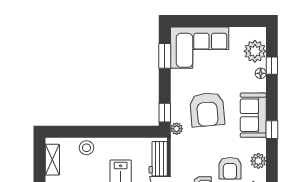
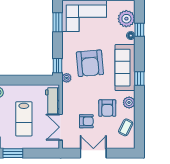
sofa: (253, 115) -> (125, 68), width x1.36

